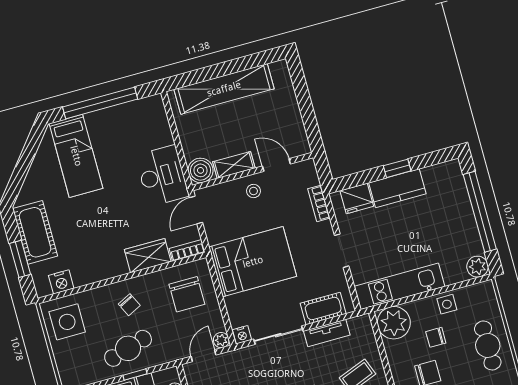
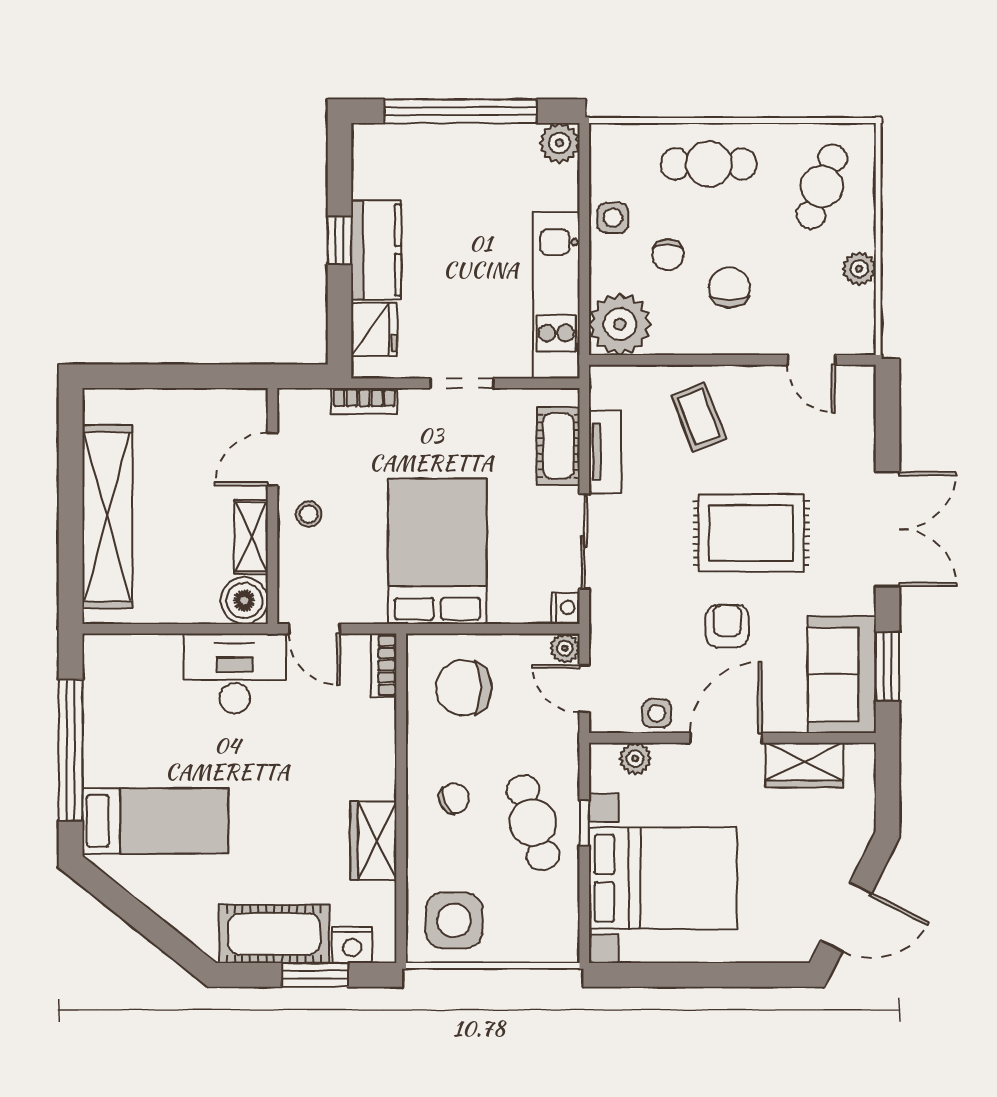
wardrobe: (148, 256) -> (373, 840), moved
nightstand: (61, 282) -> (352, 945), moved, turned 90
chair: (187, 294) -> (464, 688), turned 180

